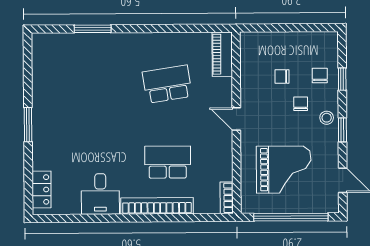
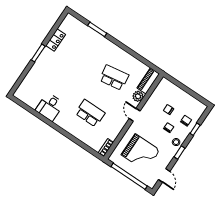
plant: (223, 88) -> (138, 96), added
locker: (42, 190) -> (56, 40), moved
bookcase: (157, 206) -> (72, 130), removed

